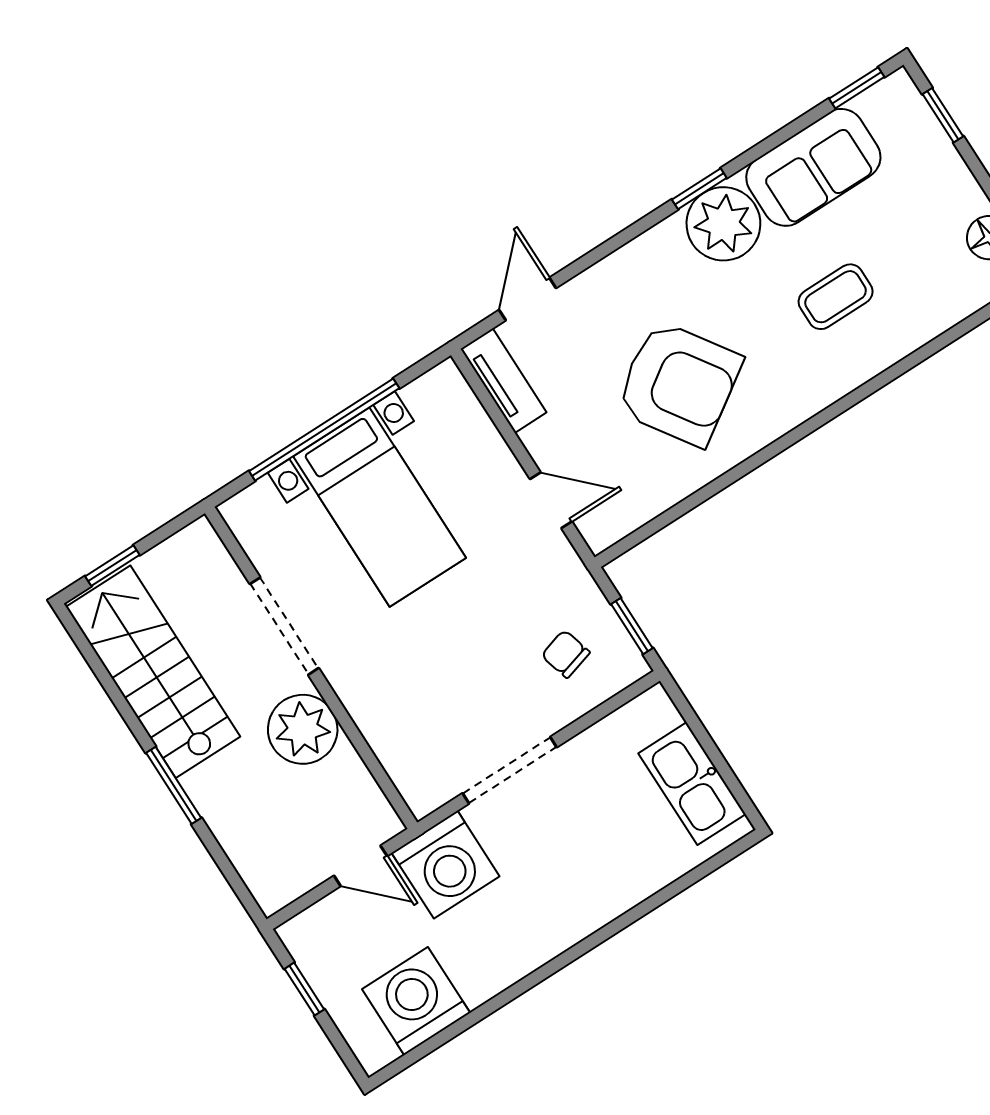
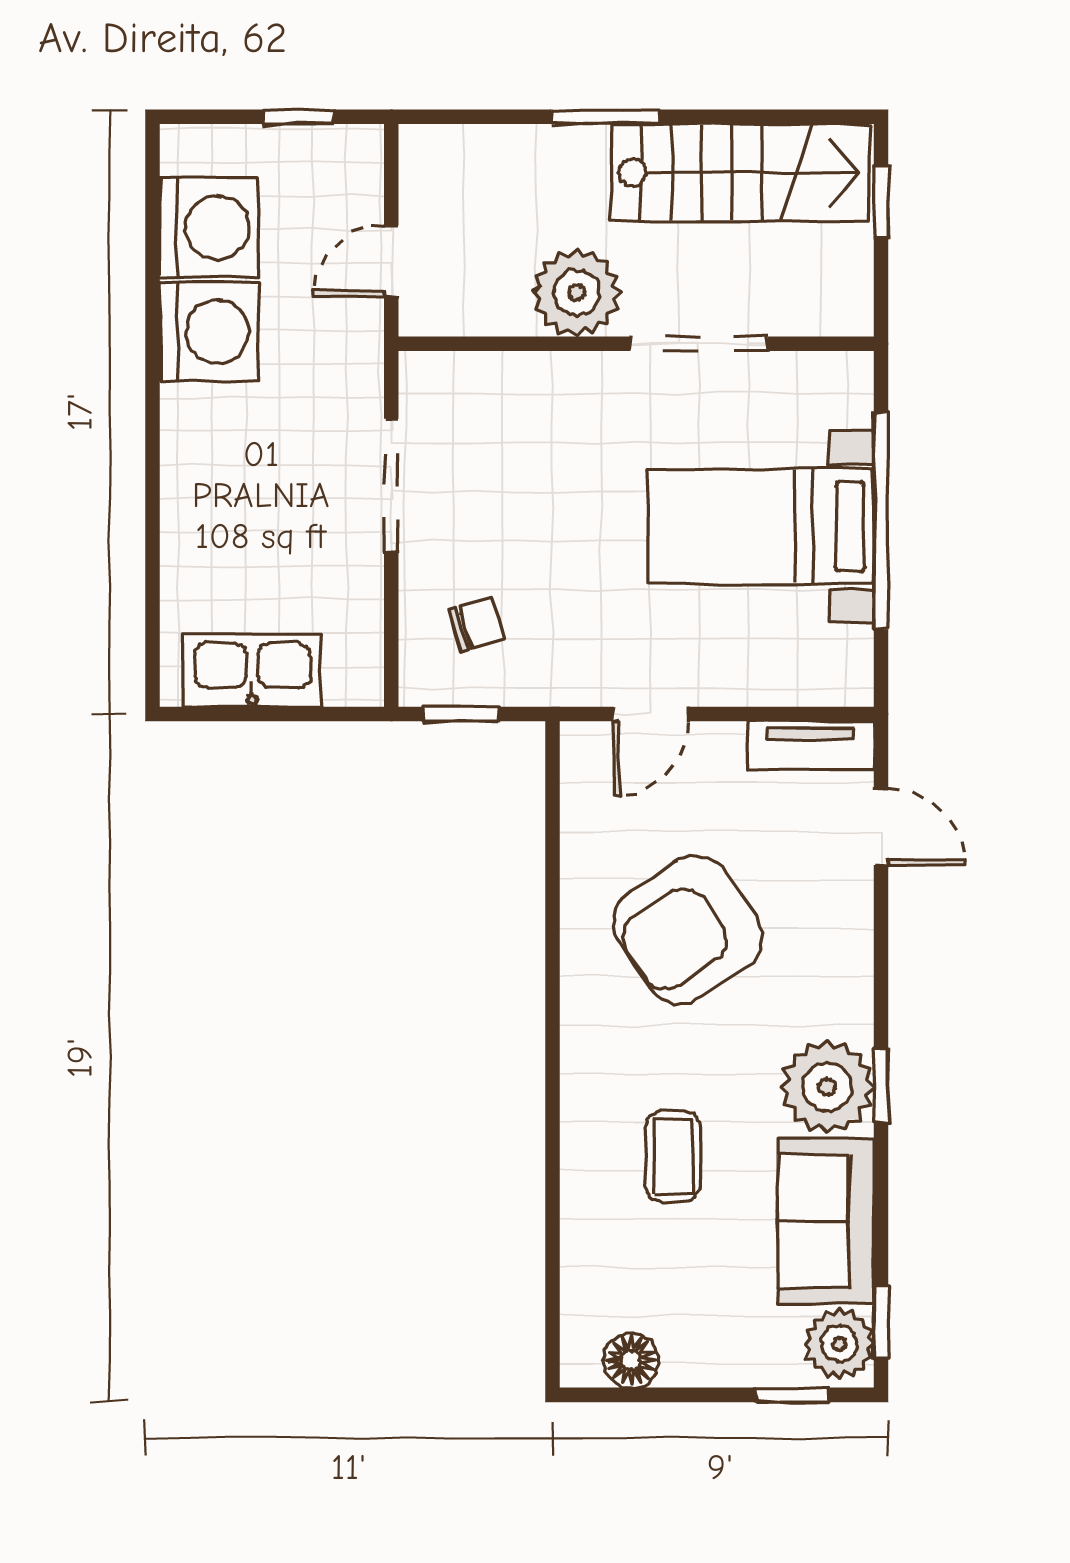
plant: (889, 106) -> (839, 1344), added
washing machine: (446, 865) -> (209, 332), moved, turned 180

